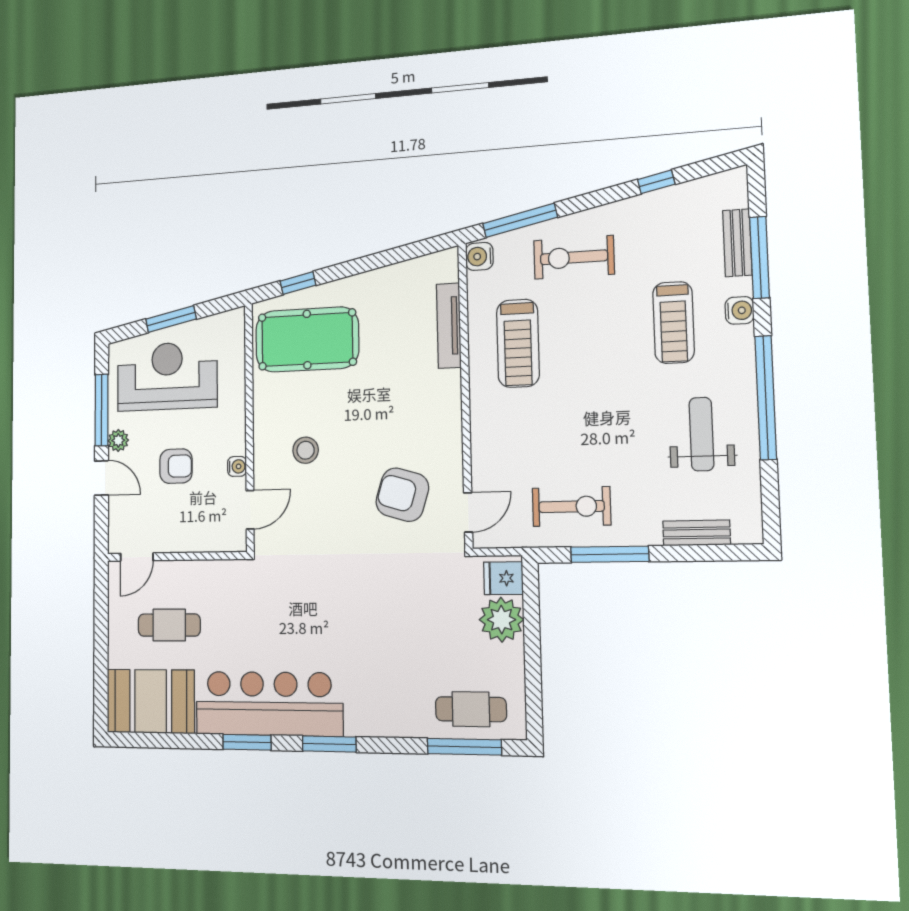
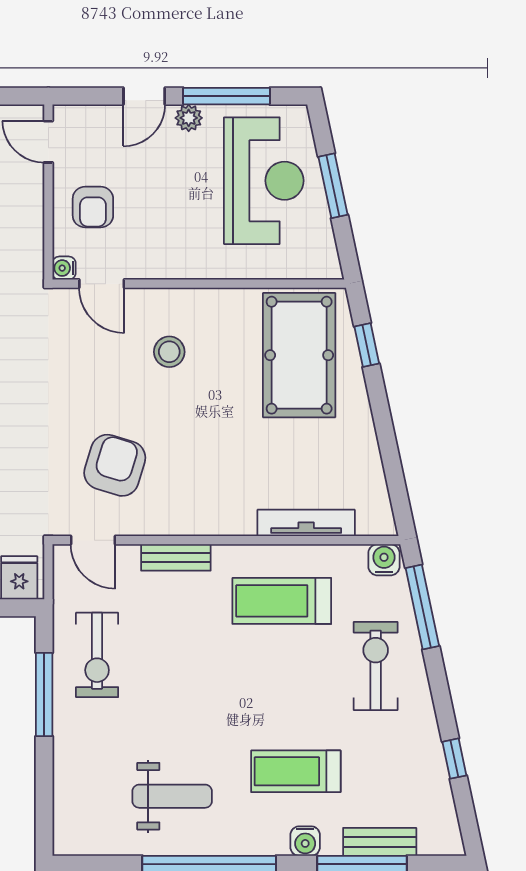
armchair: (176, 466) -> (93, 207), moved
water cooler: (237, 466) -> (64, 268), moved, turned 90
bench: (697, 533) -> (176, 557), moved, turned 90

